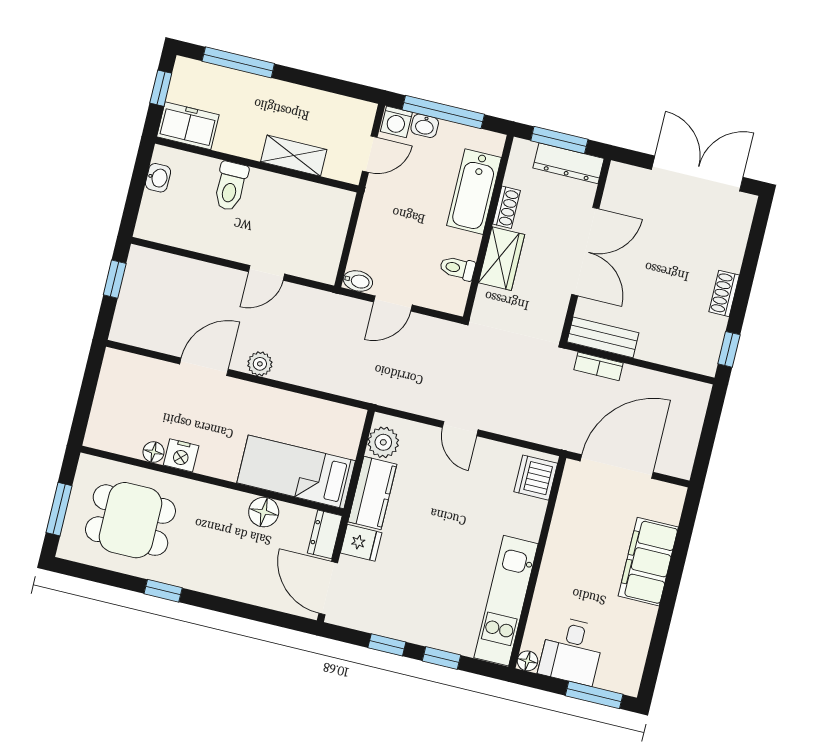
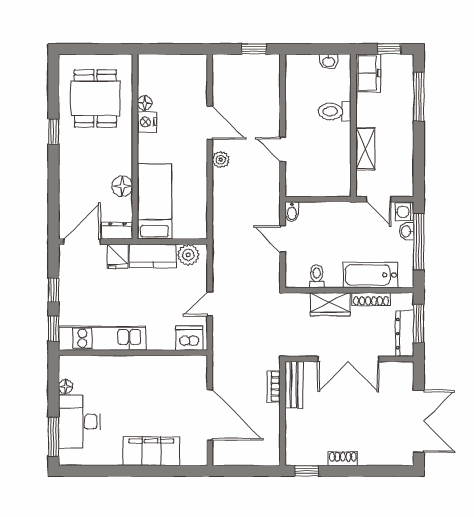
shoe rack: (507, 207) -> (371, 299), width x1.43
dishwasher: (536, 478) -> (189, 338), moved
window: (59, 509) -> (91, 49), removed
wall: (537, 562) -> (133, 353), moved
kitchen unit: (506, 601) -> (102, 338), moved
desk: (572, 651) -> (79, 422), width x1.37

